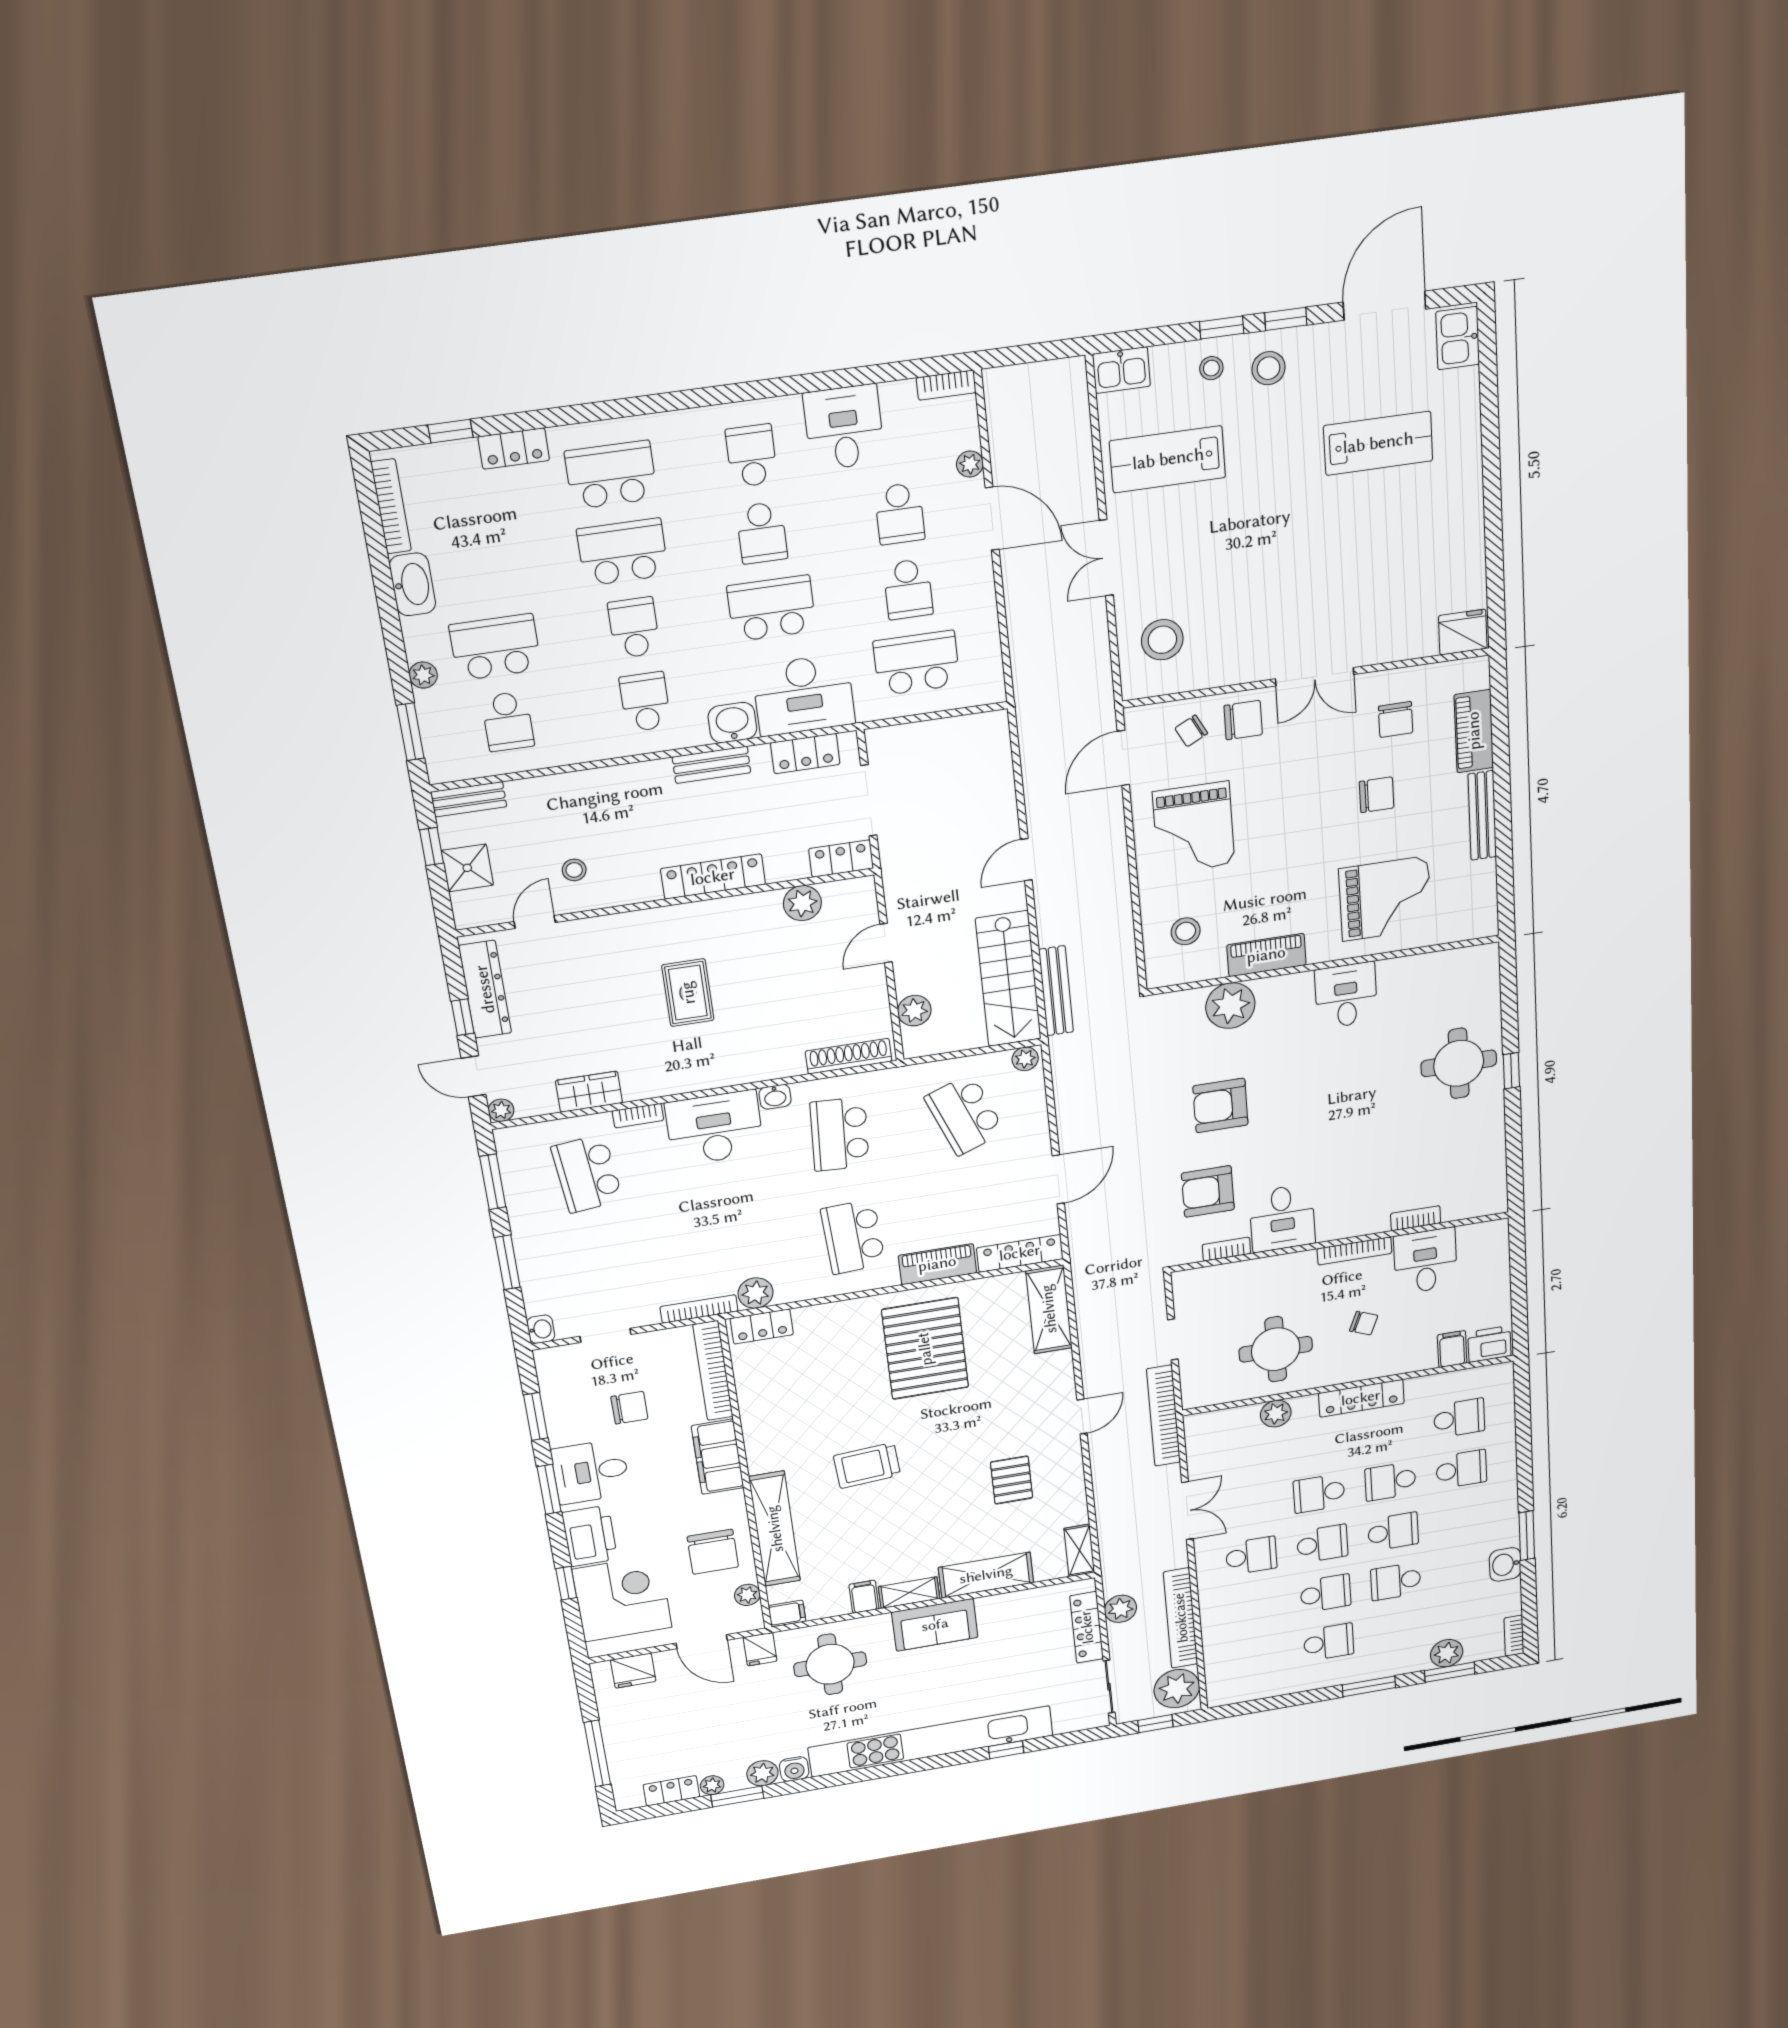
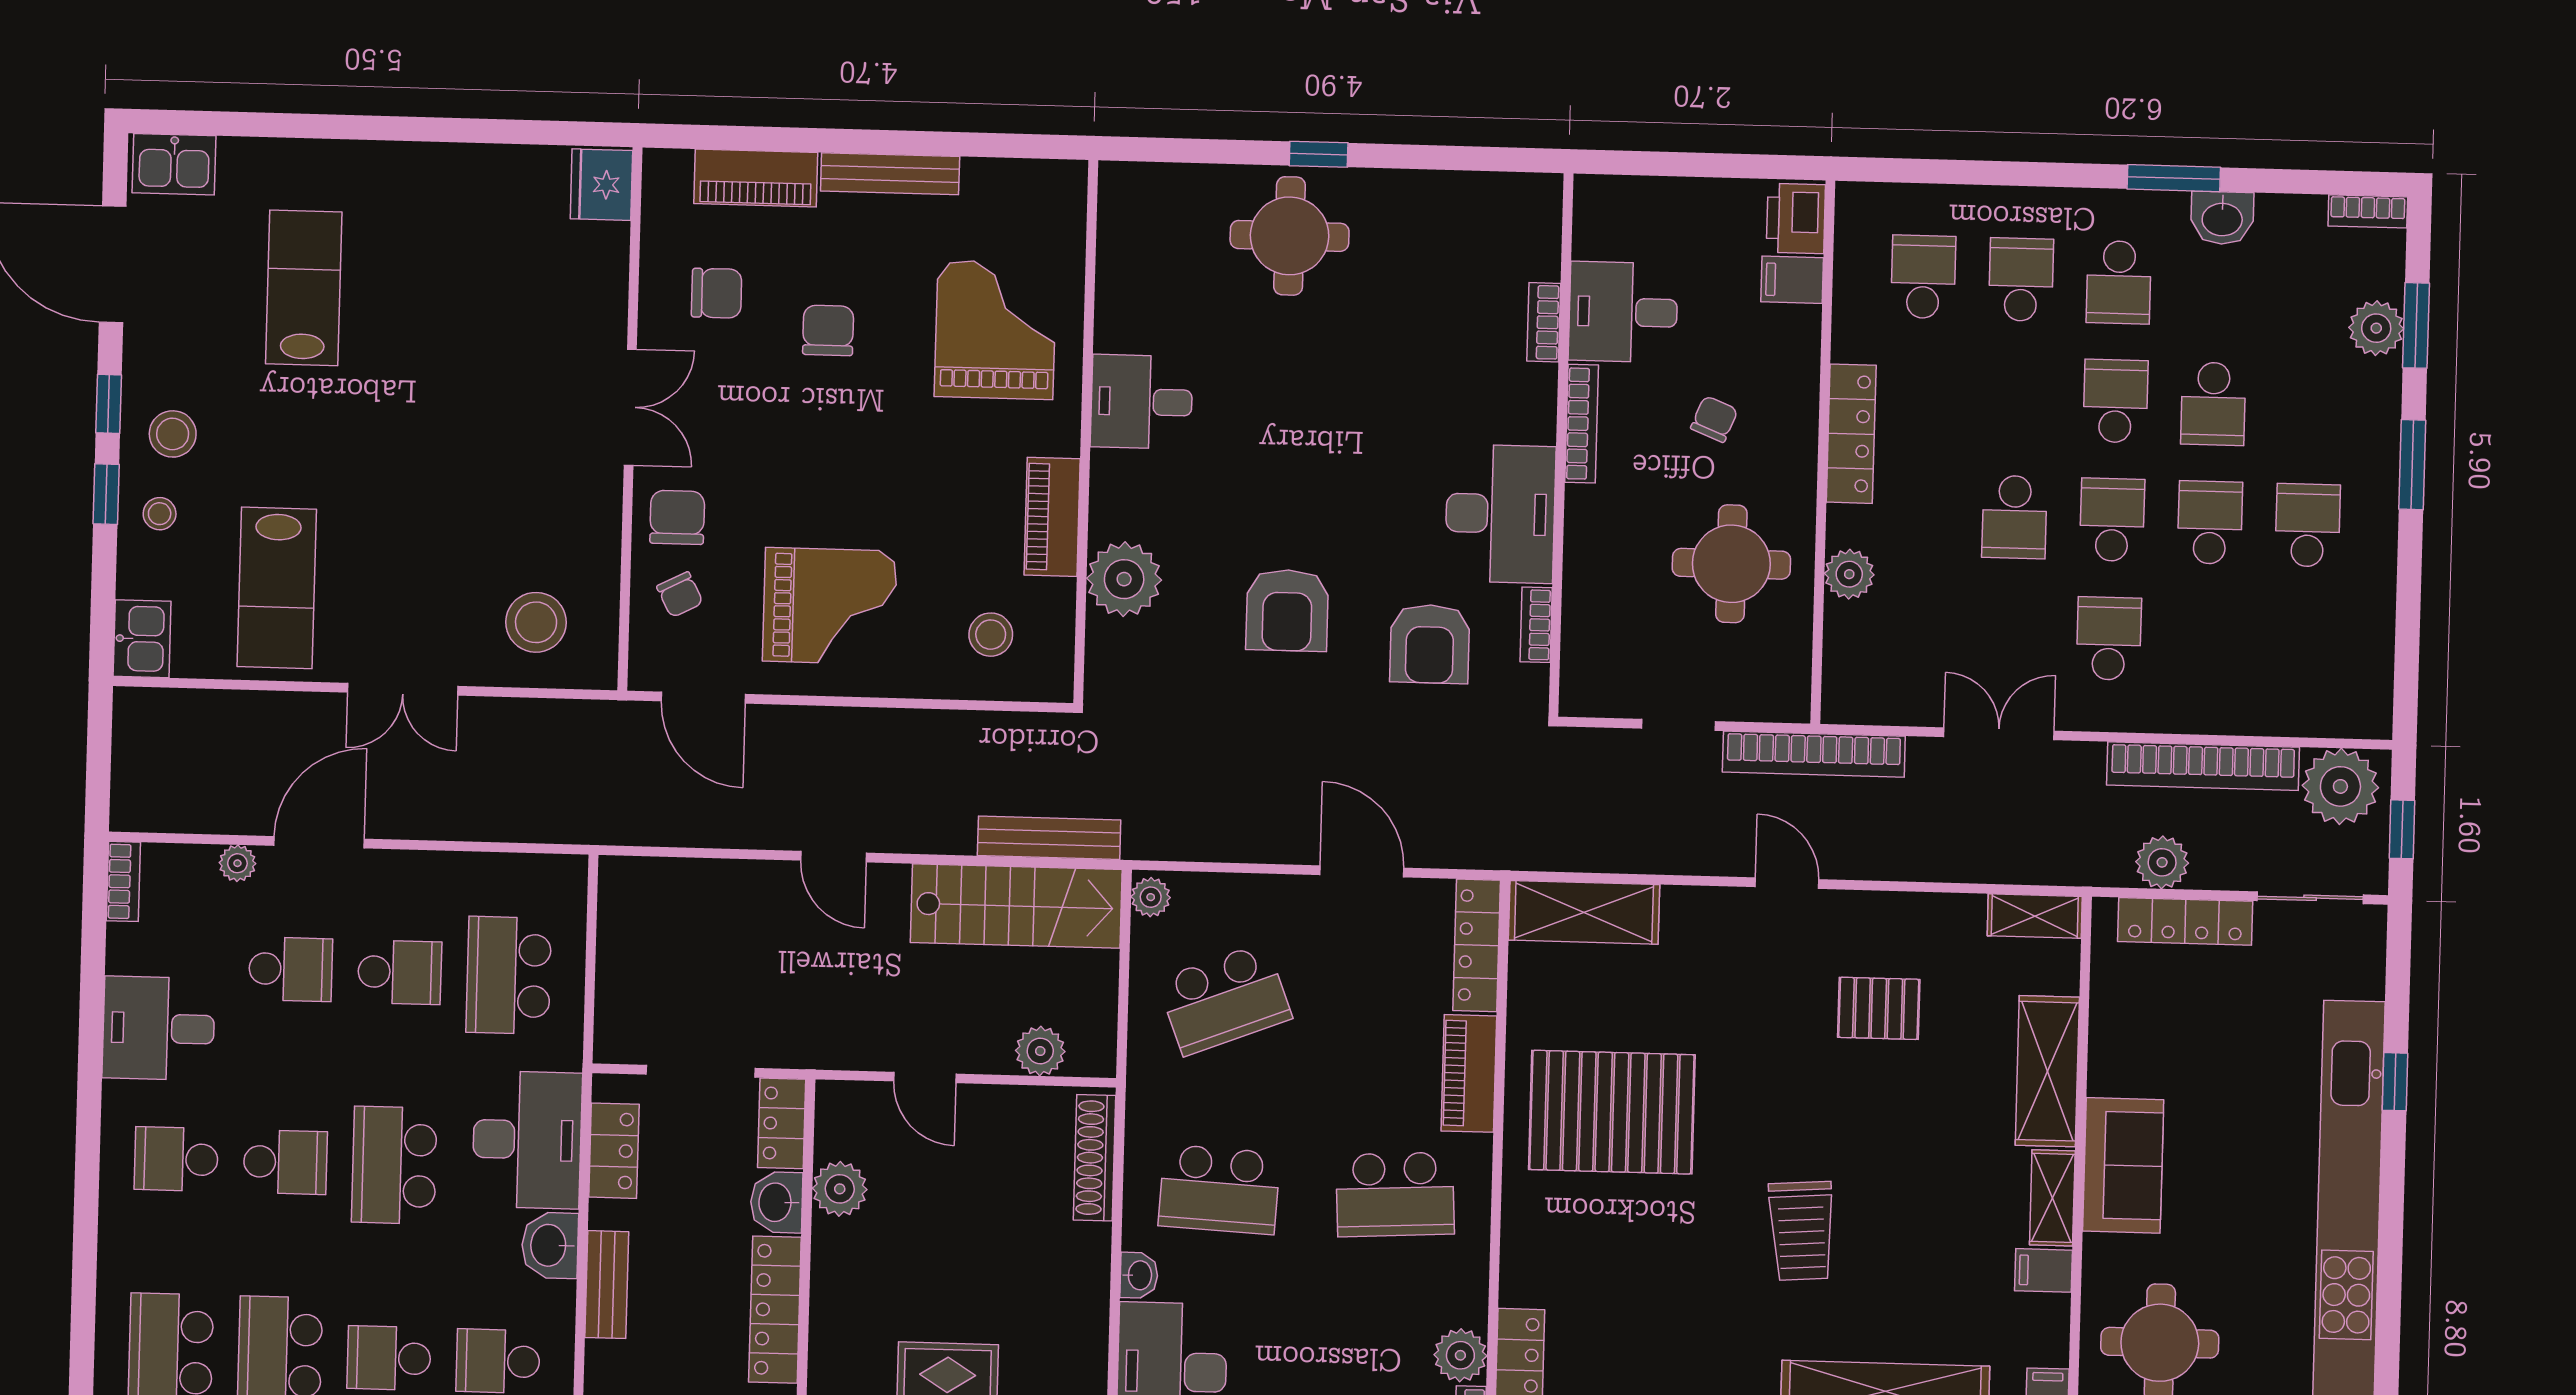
washbasin: (787, 865) -> (777, 1202), added
desk: (1282, 1218) -> (1500, 514), width x1.37
school desk: (1390, 1481) -> (2119, 282), moved

